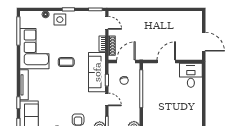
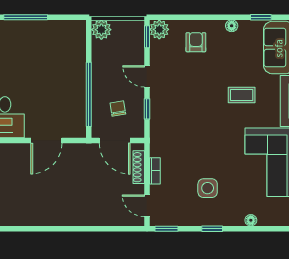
side table: (60, 20) -> (208, 188), moved
door: (126, 61) -> (115, 141), hinge flipped
coffee table: (66, 62) -> (242, 95), moved
sofa: (97, 72) -> (164, 123), removed

